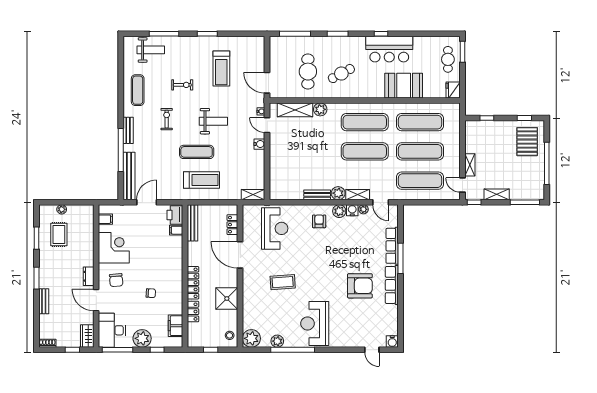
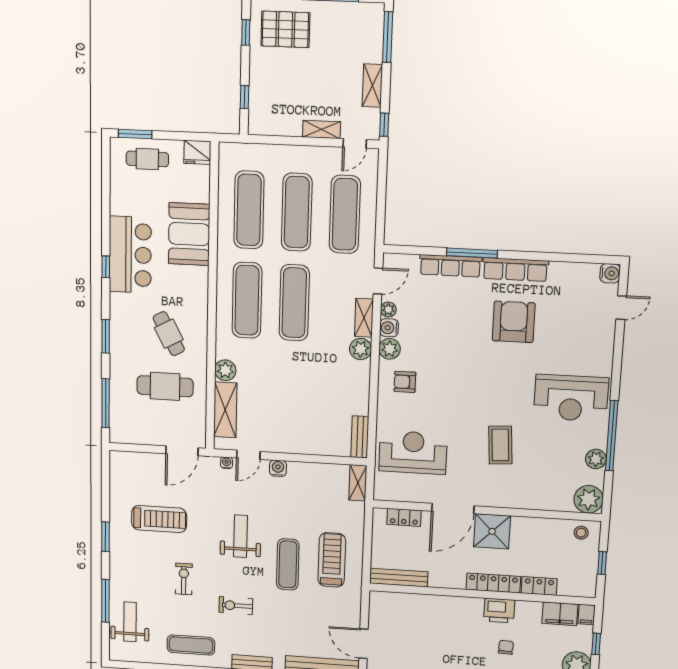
bench: (317, 195) -> (360, 437), moved
printer: (175, 215) -> (499, 611), moved
filing cabinet: (176, 230) -> (587, 615), moved
shower: (227, 299) -> (492, 531), moved

